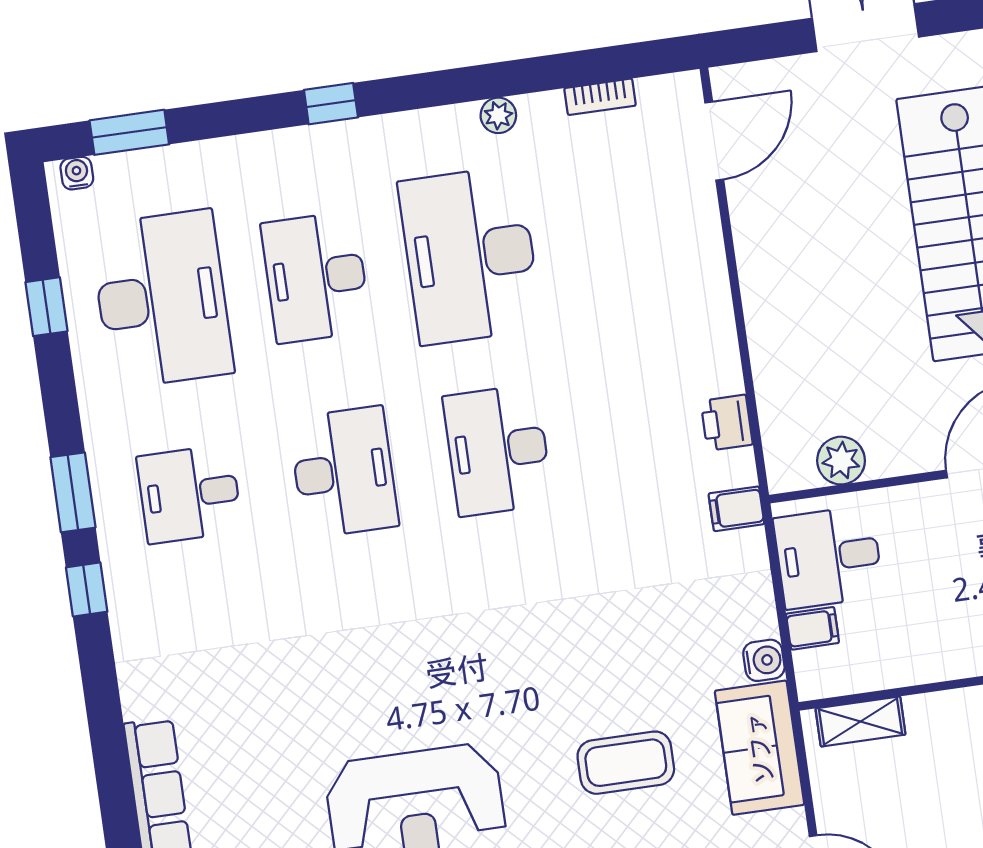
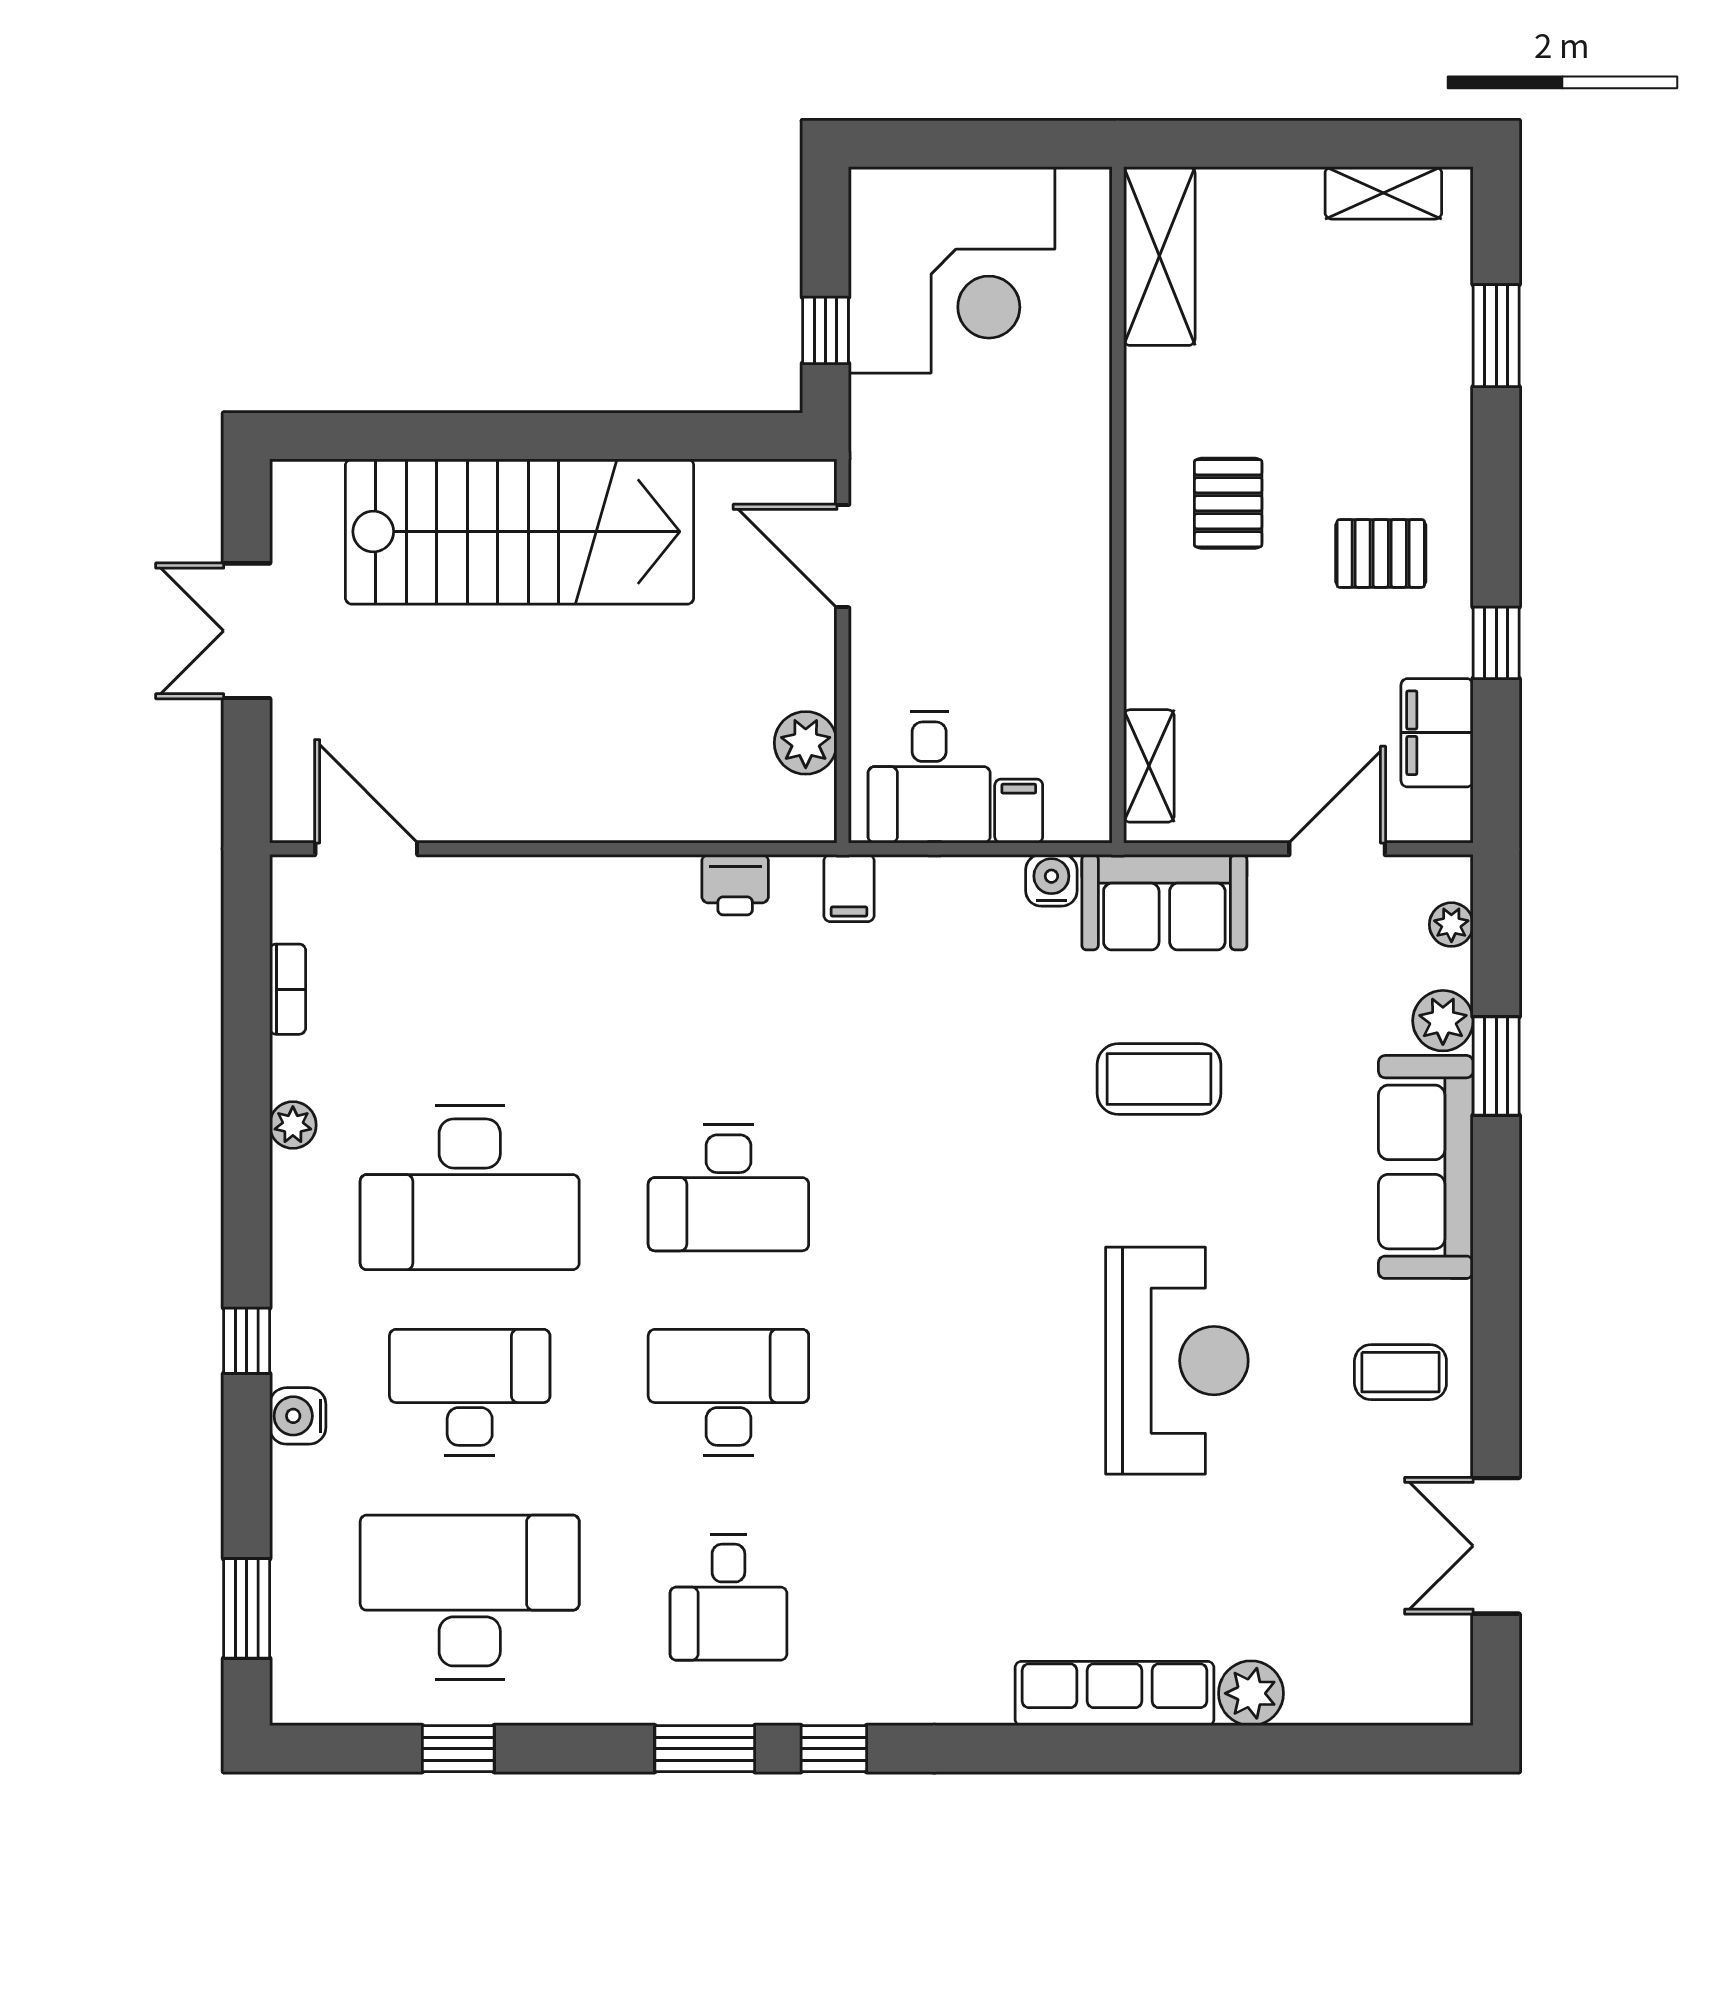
water cooler: (77, 173) -> (298, 1416), moved, width x1.38, depth x1.38
desk: (316, 277) -> (470, 1392), turned 180
coffee table: (626, 763) -> (1159, 1079), turned 90

